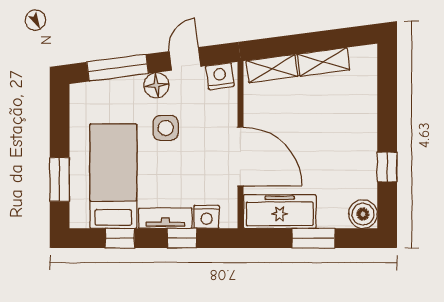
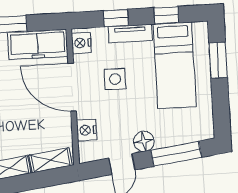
nightstand: (220, 76) -> (87, 130), moved, turned 97
side table: (166, 128) -> (115, 79), moved
nightstand: (207, 217) -> (81, 43), moved, turned -90

